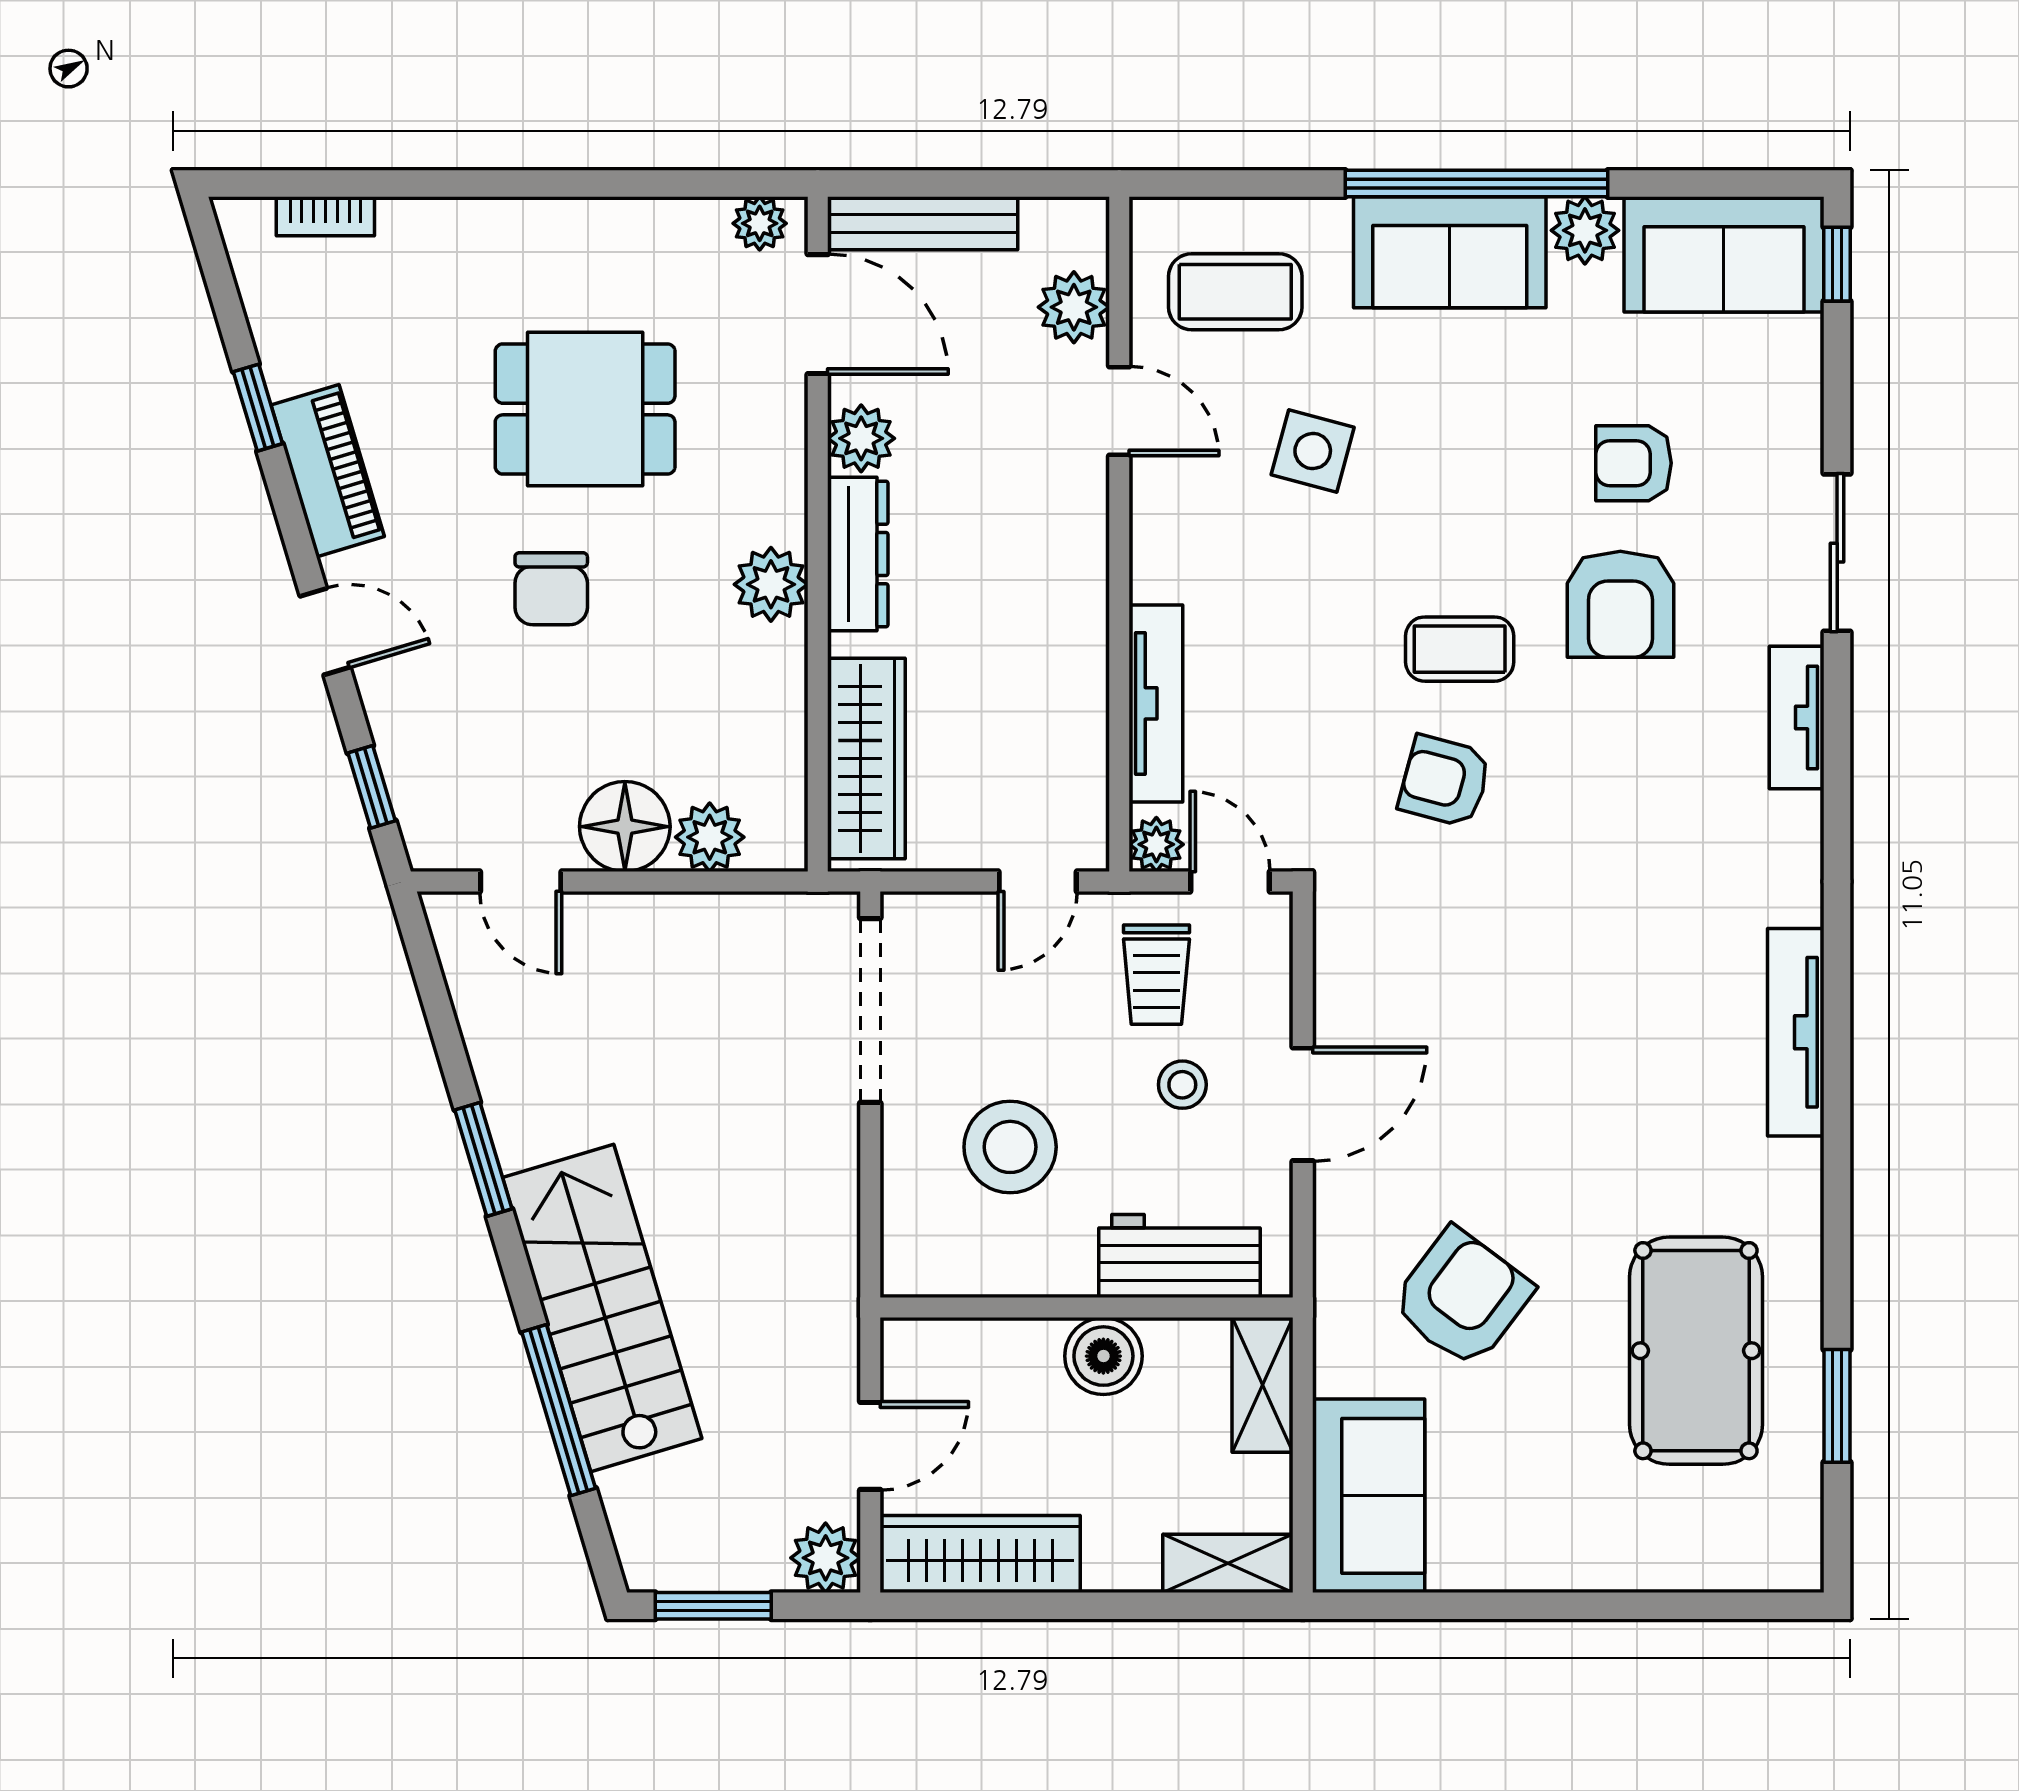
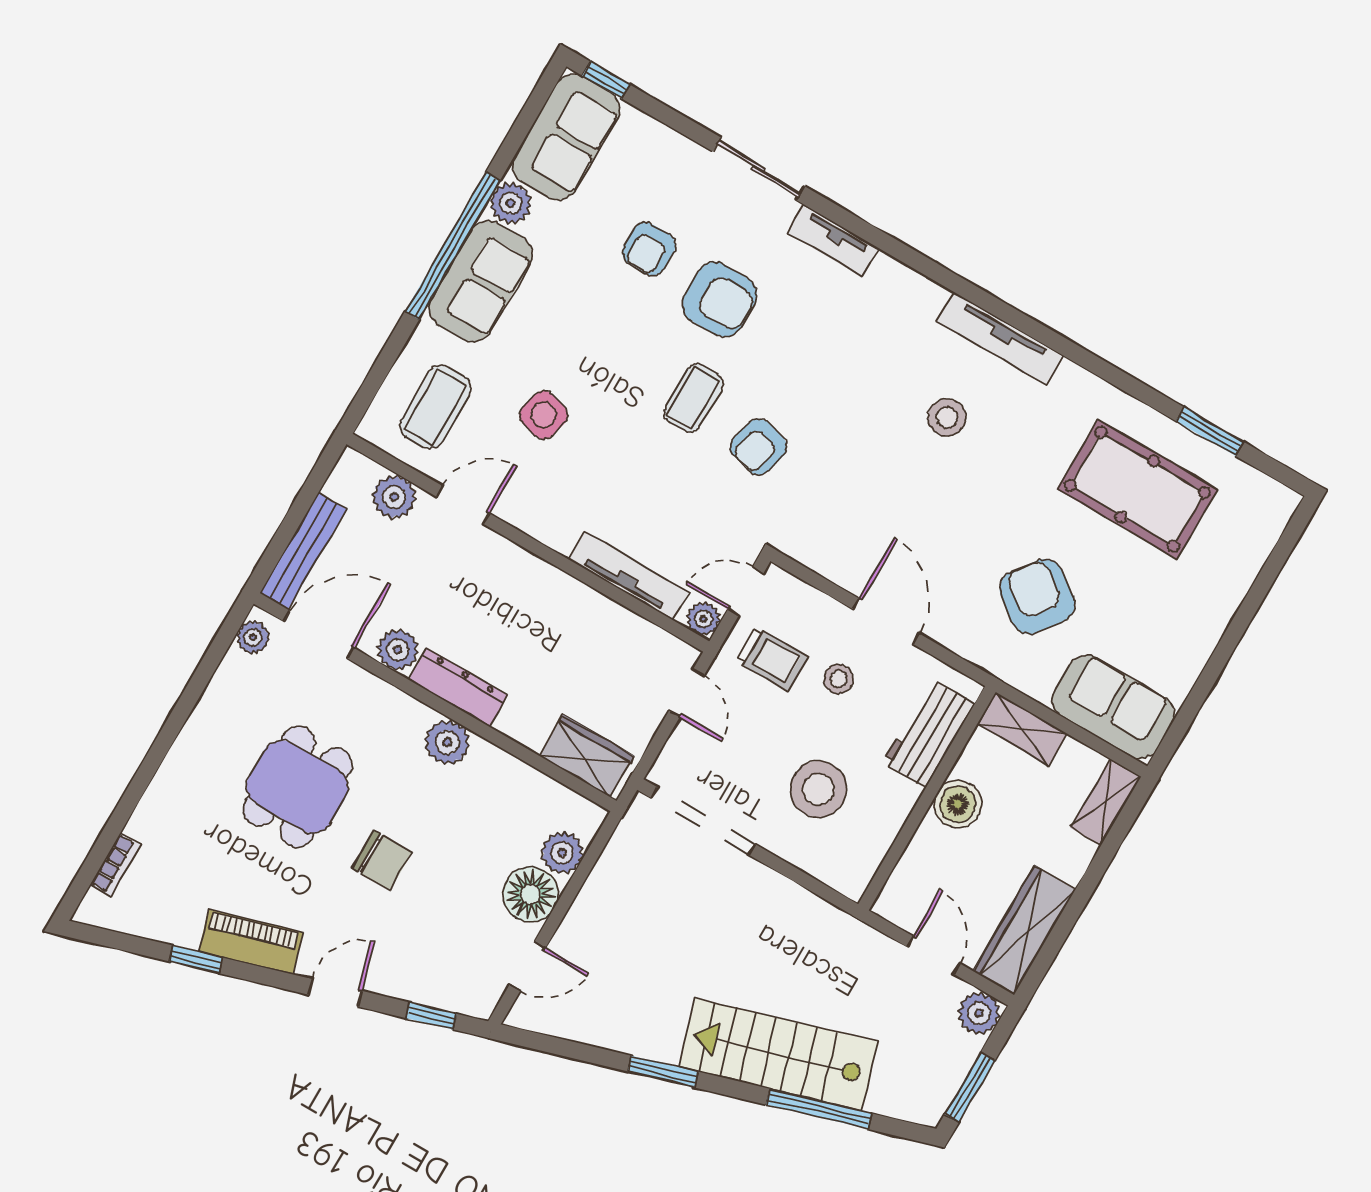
wardrobe: (866, 758) -> (586, 756), width x0.67
stool: (1641, 1023) -> (947, 417), added

